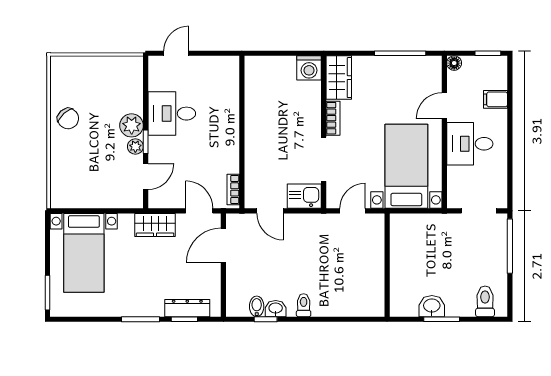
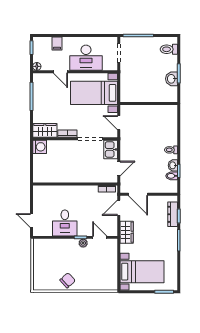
plant: (132, 125) -> (71, 245), removed
desk: (470, 144) -> (86, 58), width x1.37

